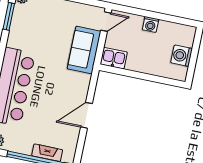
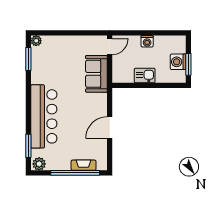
kitchen sink: (114, 58) -> (145, 75), moved
window: (193, 61) -> (188, 64), added

